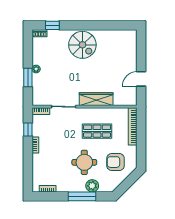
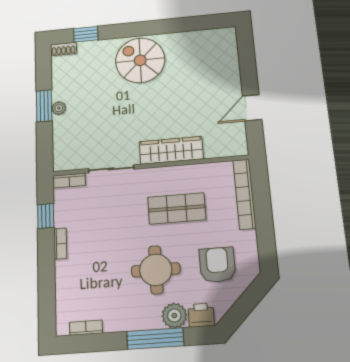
spiral stairs: (82, 45) -> (140, 60), turned 180
window: (28, 78) -> (44, 106), moved
armchair: (116, 162) -> (217, 265), turned 90
printer: (106, 186) -> (201, 315), added

